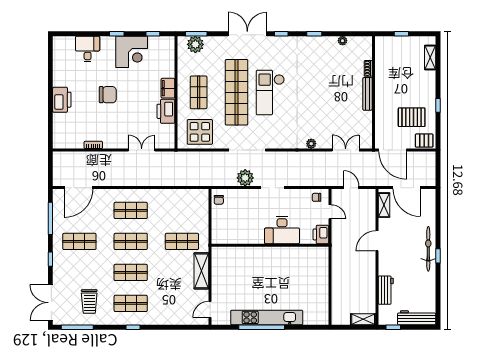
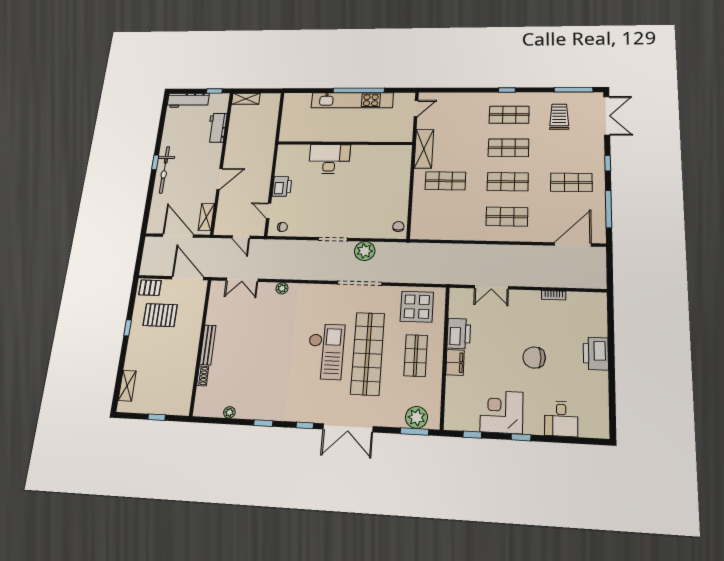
desk: (282, 230) -> (329, 159), moved
wall: (270, 245) -> (345, 143), moved

